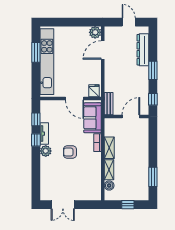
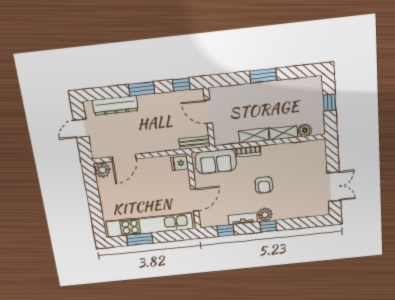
door: (103, 50) -> (124, 158), hinge flipped
door: (75, 99) -> (195, 200), moved
window: (36, 140) -> (268, 226), moved
window: (153, 177) -> (263, 76), moved

